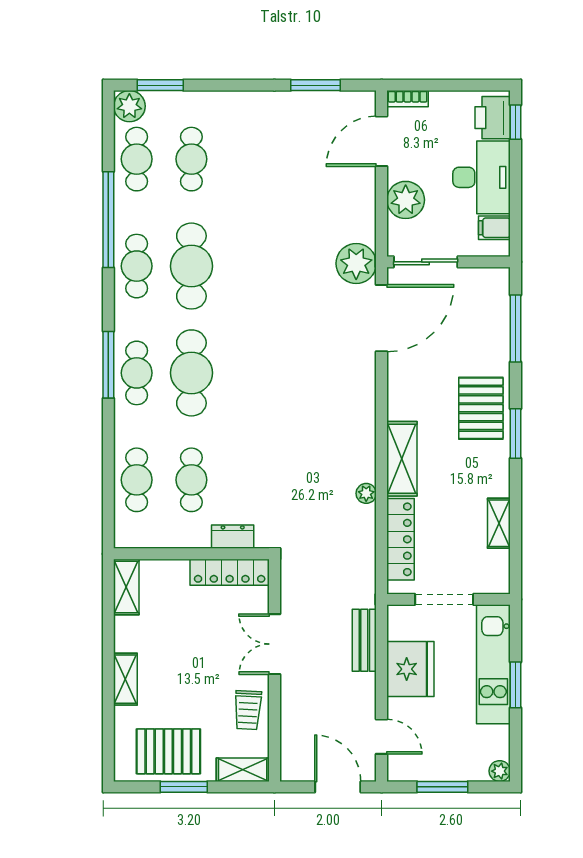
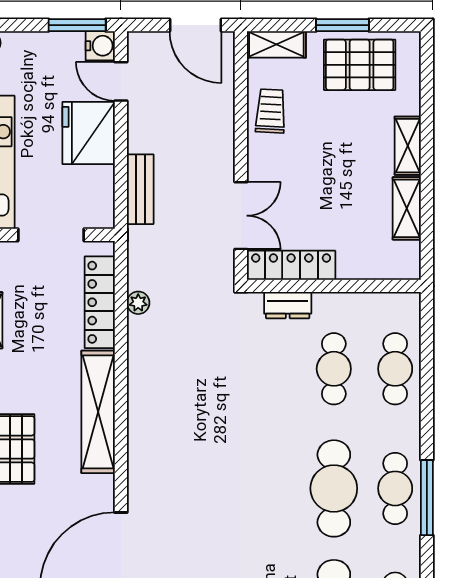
shelving: (402, 459) -> (98, 412), width x1.47
plant: (366, 493) -> (138, 303), moved
shelving: (126, 587) -> (407, 208), moved
double door: (274, 644) -> (241, 216), moved
fridge: (410, 669) -> (89, 133), moved
water cooler: (400, 768) -> (100, 46), added
door: (338, 787) -> (195, 25), moved
window: (442, 787) -> (77, 25), moved

